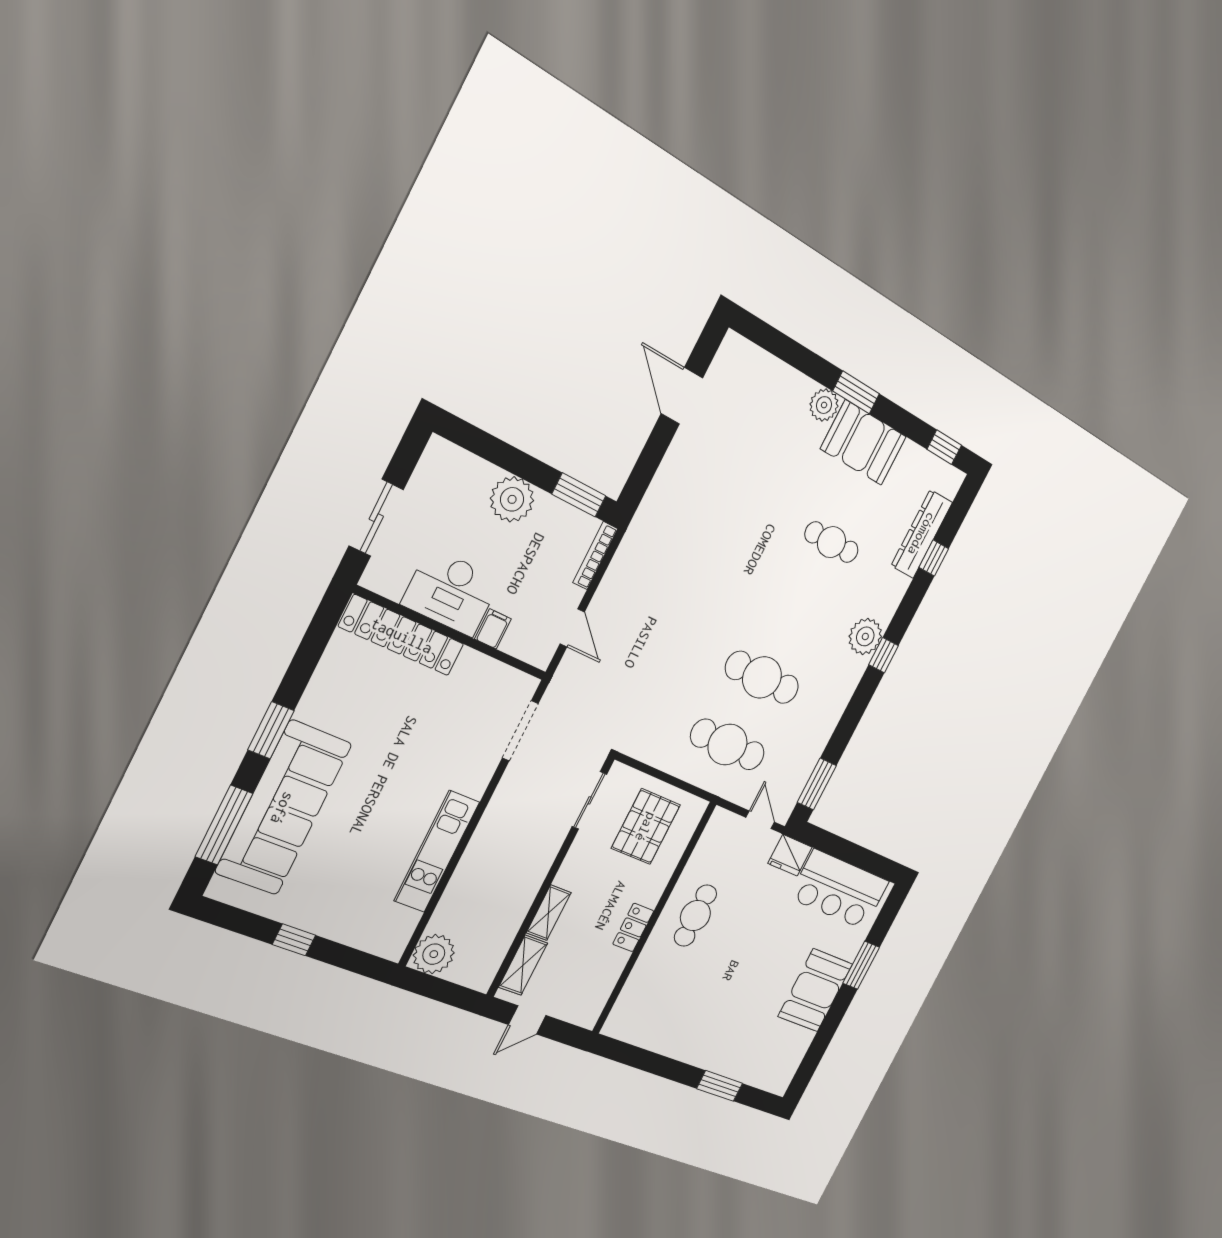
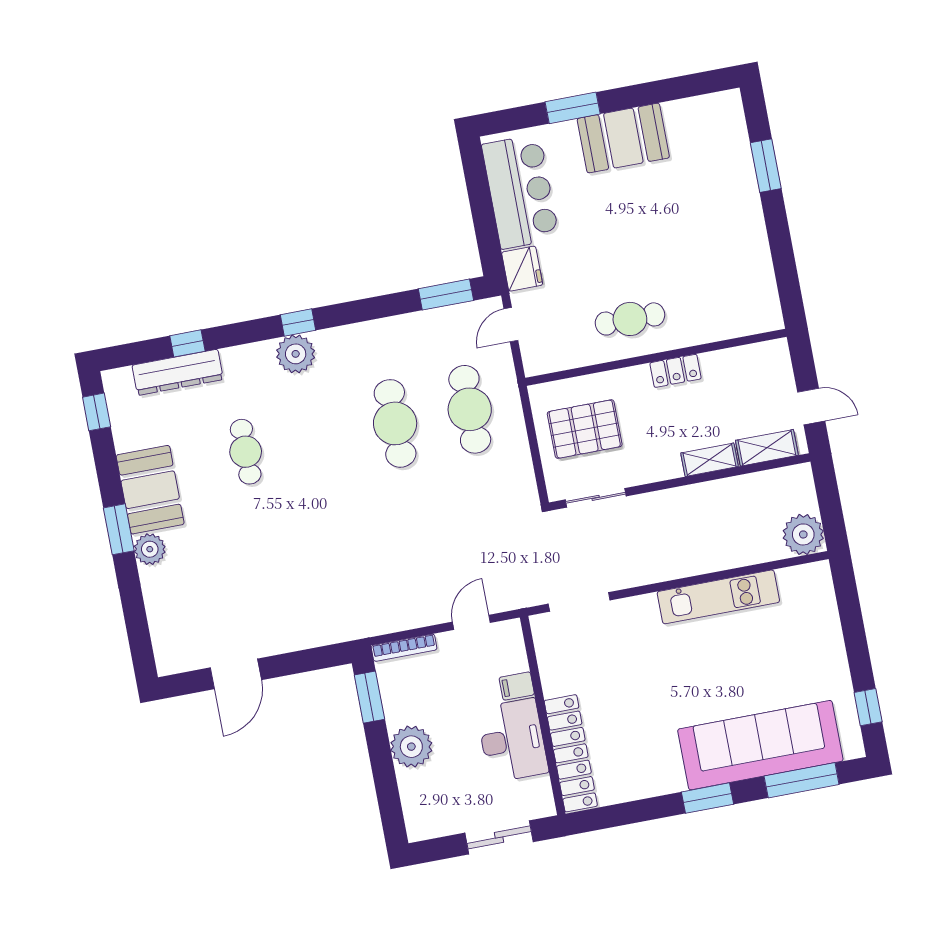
window: (294, 940) -> (868, 707), moved

